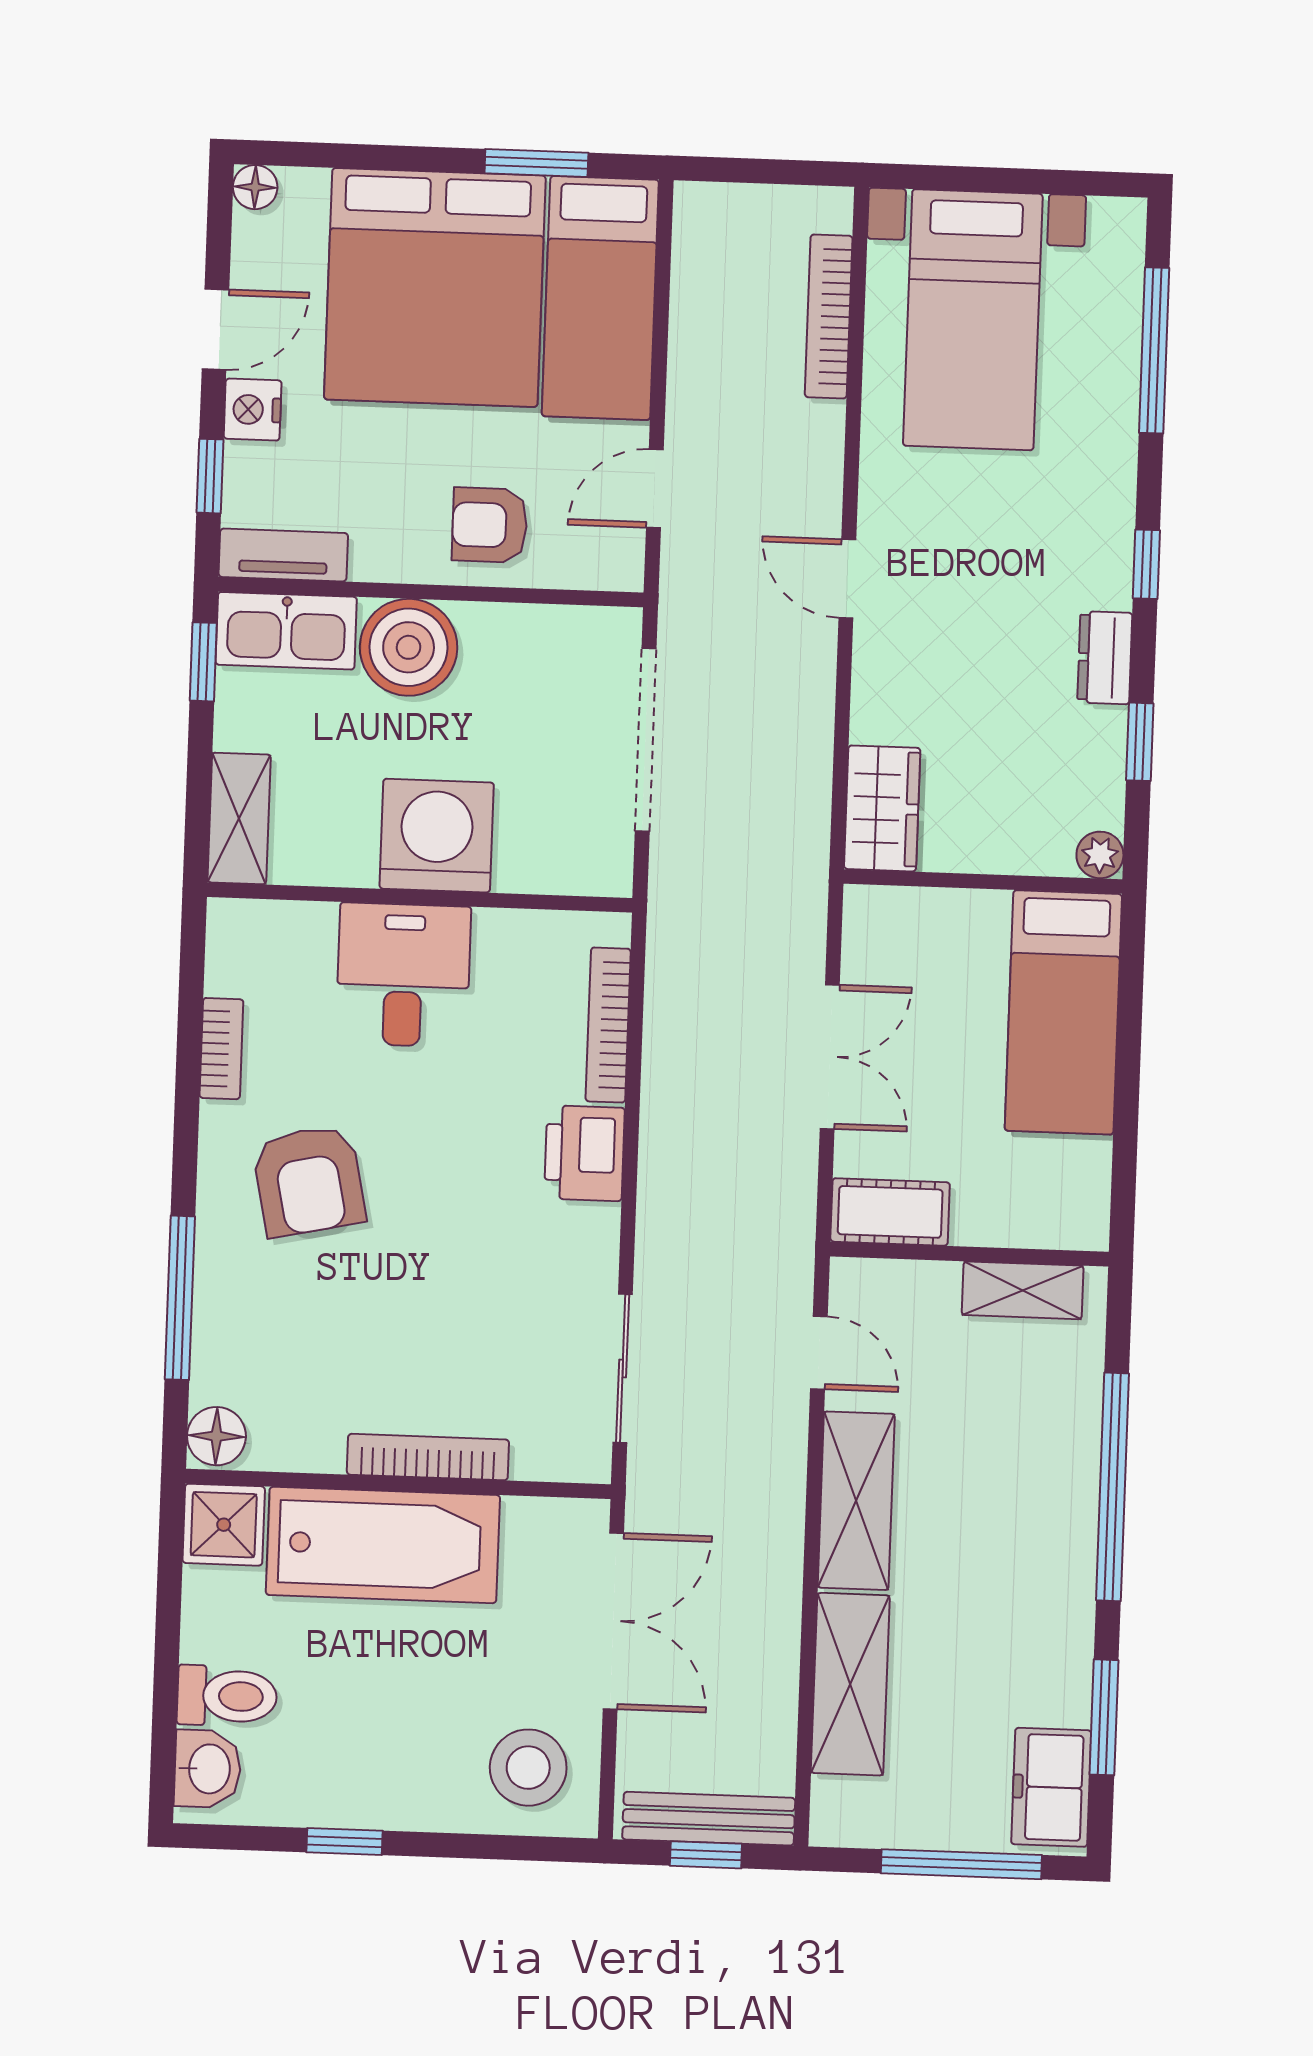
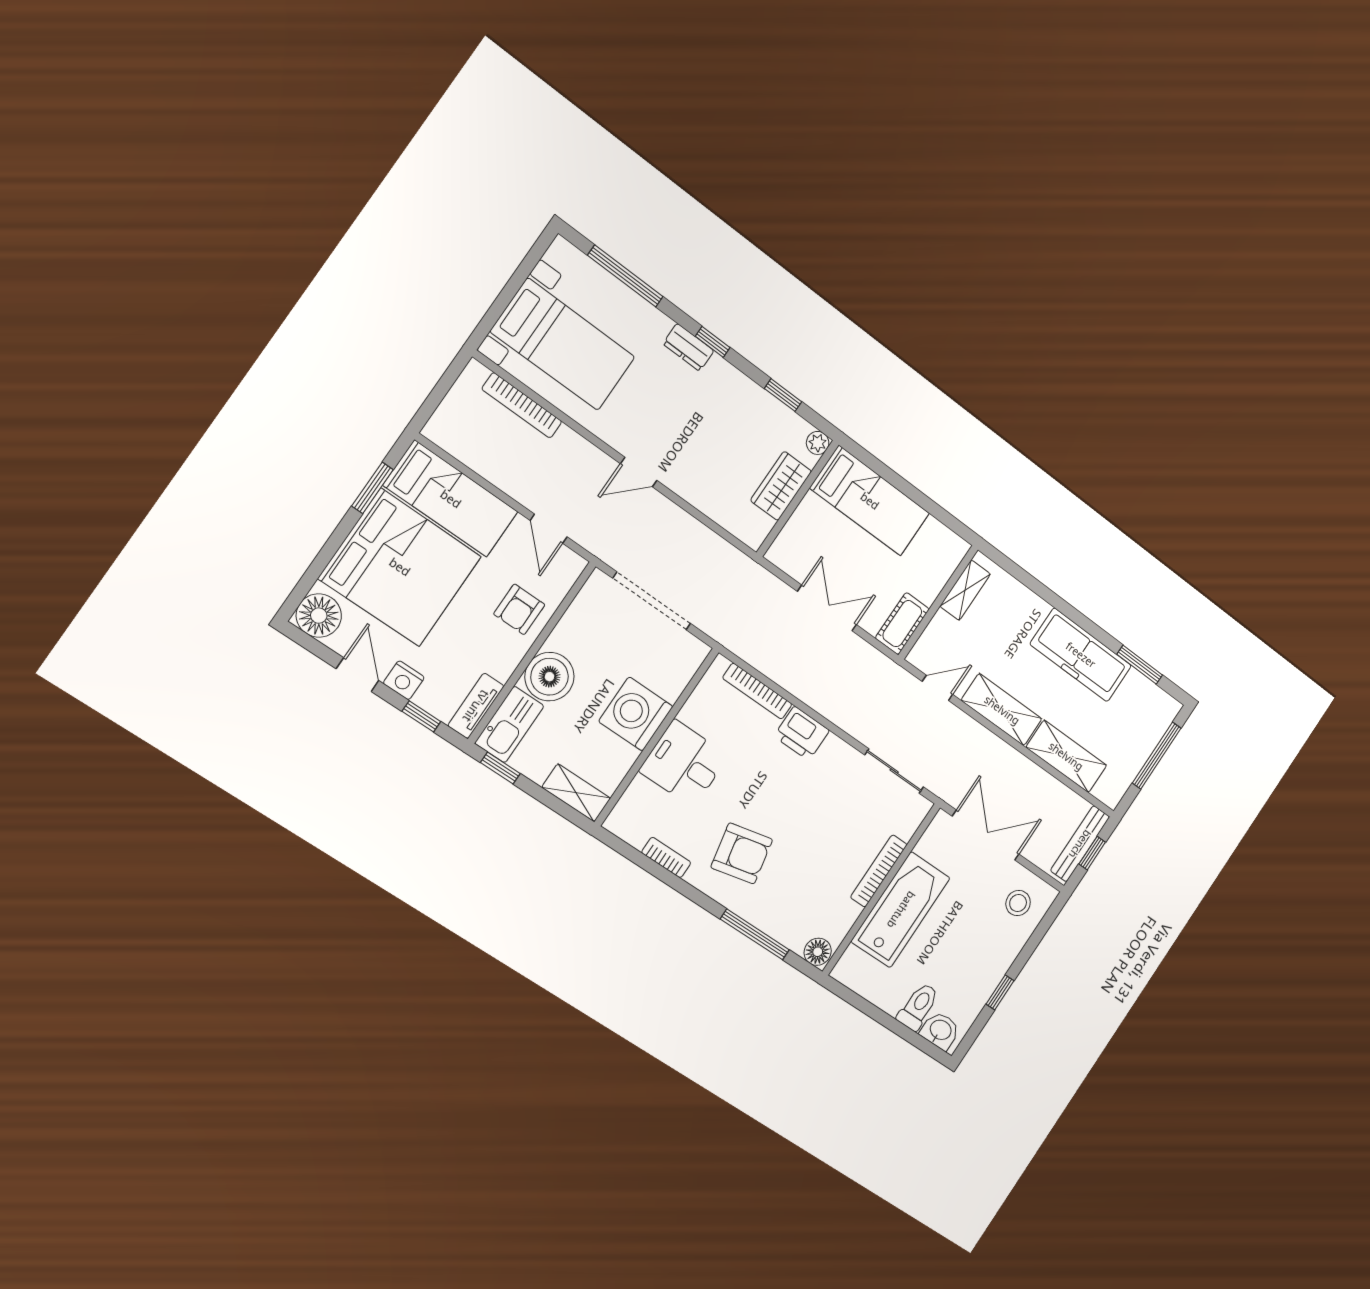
floor lamp: (255, 187) -> (319, 616), width x1.89, depth x1.89
dresser: (1105, 658) -> (688, 347), moved
wardrobe: (882, 808) -> (781, 486), moved, turned -90
window: (1112, 1487) -> (1060, 604), removed
shower: (224, 1525) -> (853, 969), removed
stool: (528, 1768) -> (1018, 903), width x0.73, depth x0.73
freezer: (1051, 1787) -> (1081, 655), moved, width x1.91, depth x1.26

